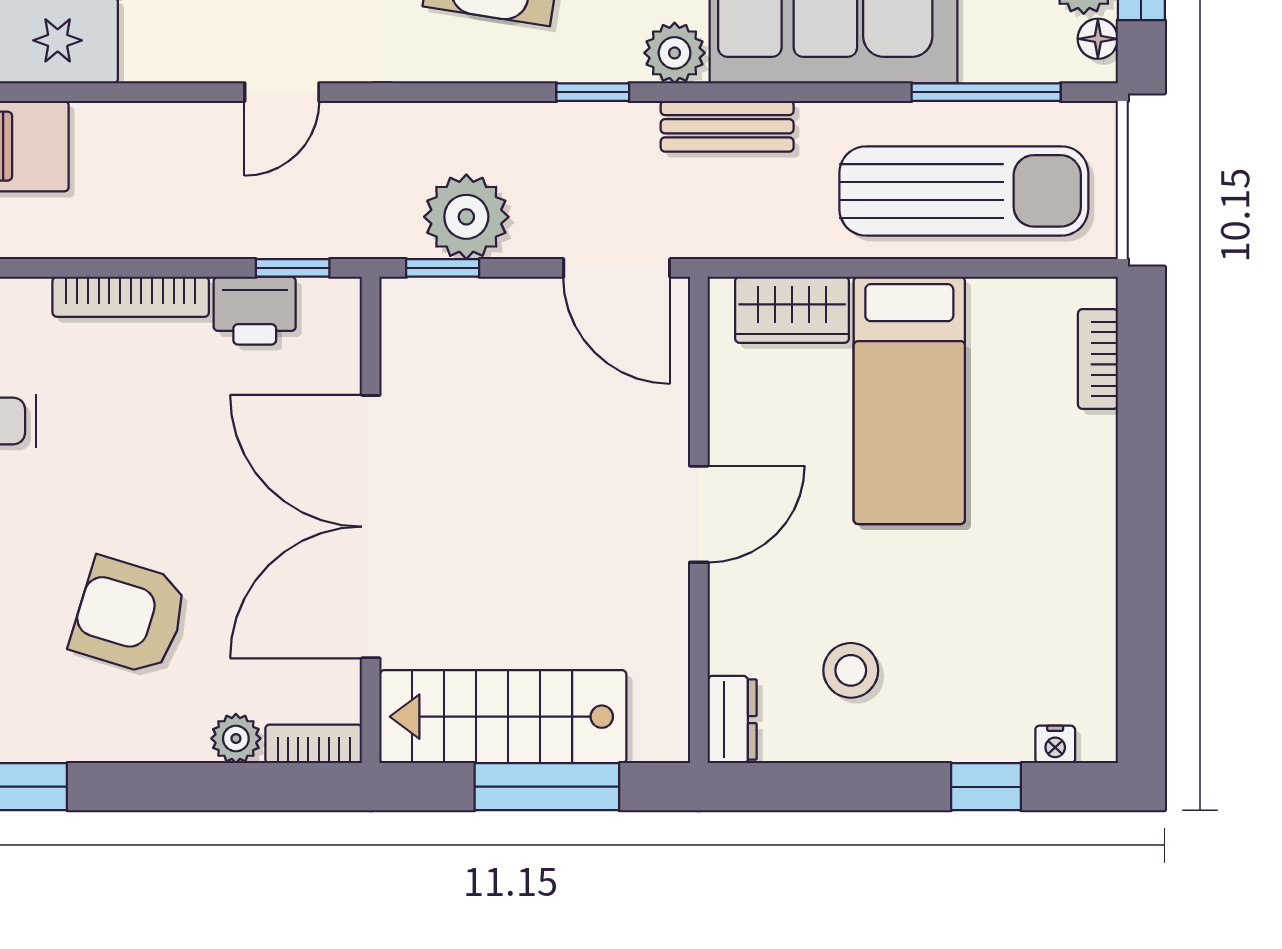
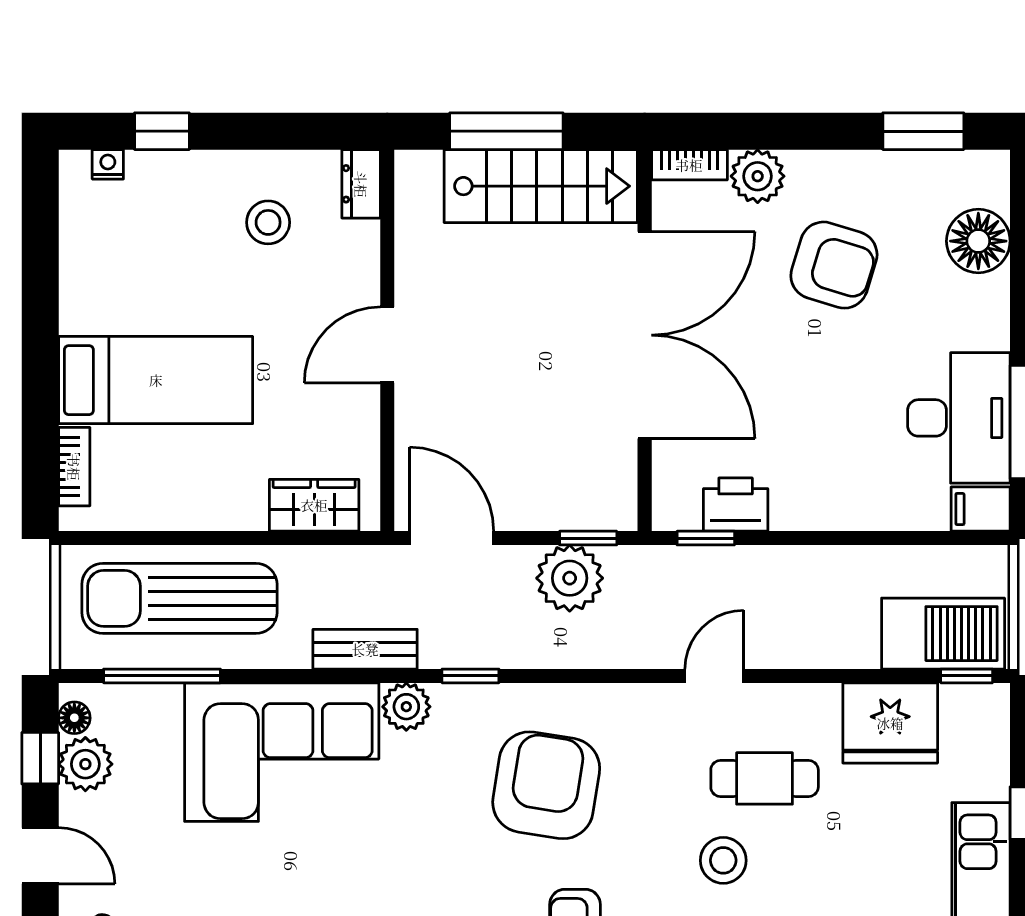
bookcase: (131, 297) -> (833, 515), removed
bed: (909, 400) -> (156, 380), moved, turned 90
plant: (236, 738) -> (758, 176), width x1.38, depth x1.38

